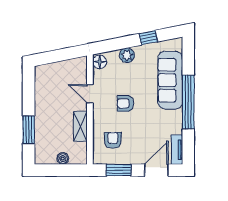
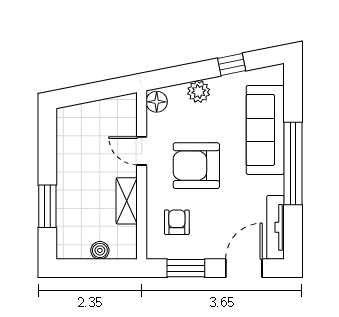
armchair: (125, 103) -> (196, 166), width x1.88, depth x1.88
tv unit: (177, 150) -> (276, 227), width x1.41

